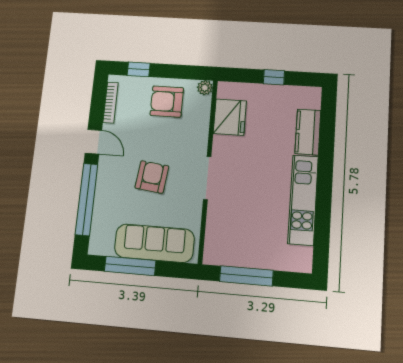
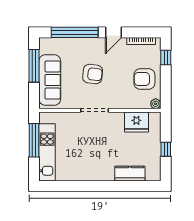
armchair: (167, 102) -> (144, 79), turned -90
kitchen unit: (303, 200) -> (47, 152), moved, turned 90

